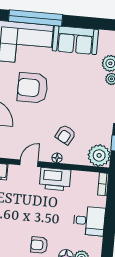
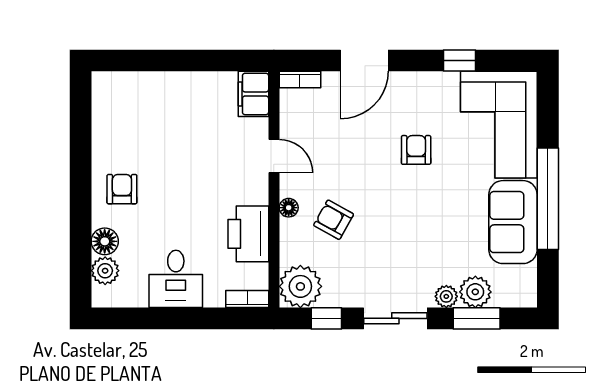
window: (36, 18) -> (548, 199), moved
armchair: (33, 88) -> (416, 150), width x0.53, depth x0.53
printer: (55, 179) -> (248, 234), moved

